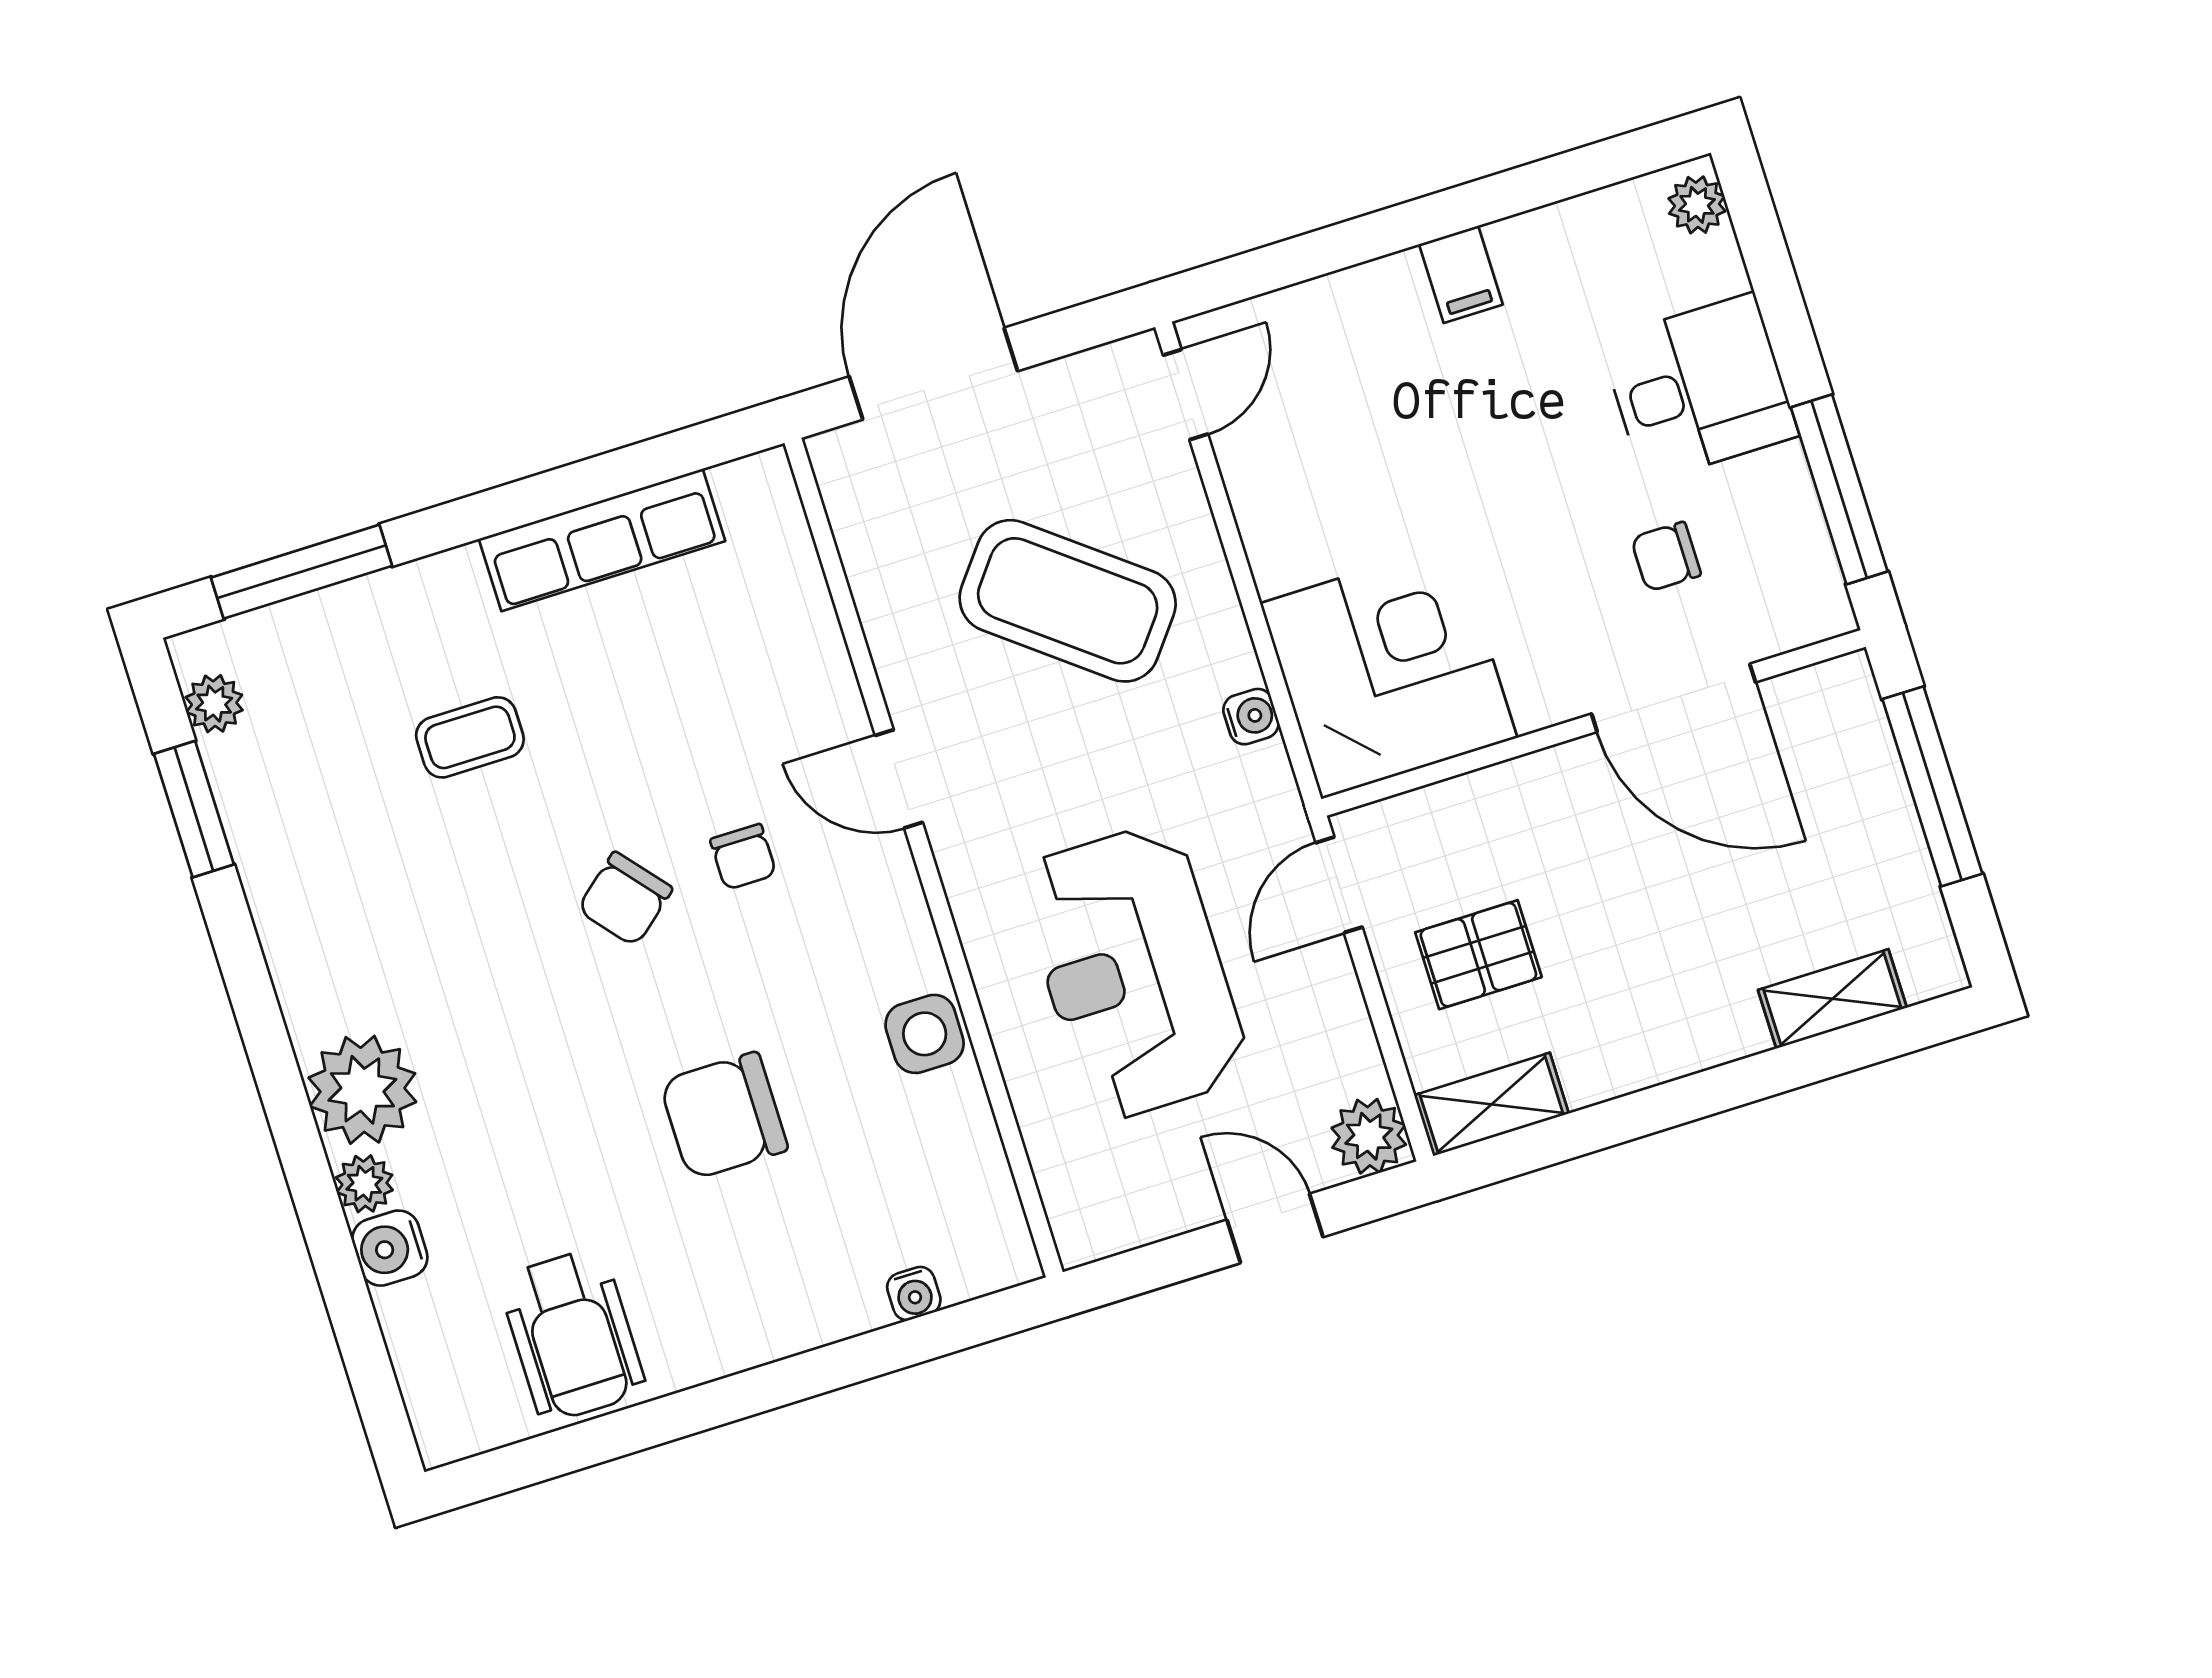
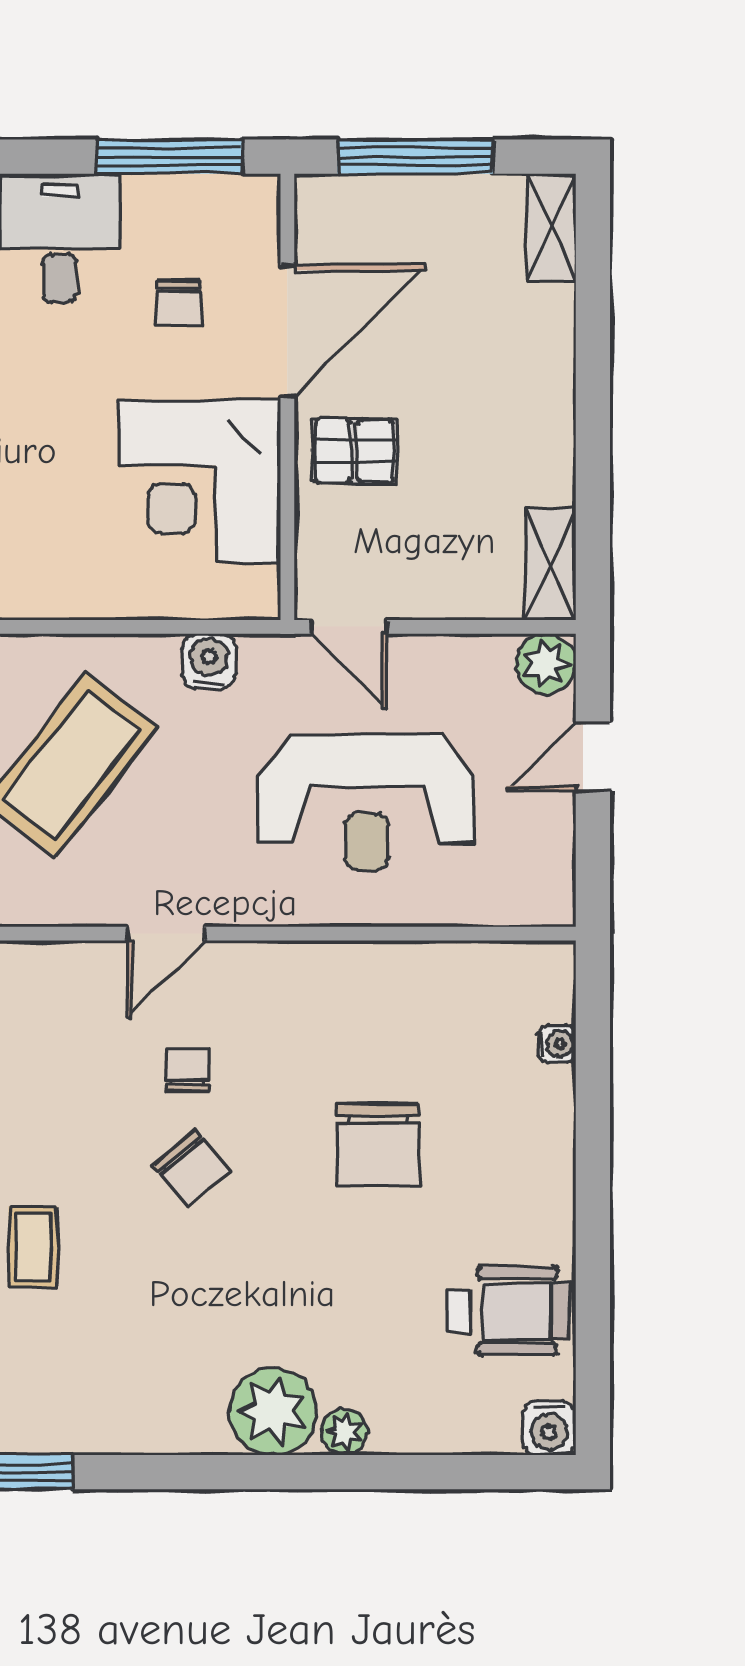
corner desk: (1389, 670) -> (199, 481), moved, turned -90
water cooler: (1251, 717) -> (209, 661), width x1.38, depth x1.38
chair: (743, 857) -> (187, 1069), turned -90
pallet: (1478, 955) -> (354, 451), moved, turned 90
shelving: (1832, 999) -> (552, 228), moved
side table: (925, 1034) -> (364, 974), removed
water cooler: (390, 1248) -> (549, 1428), moved

